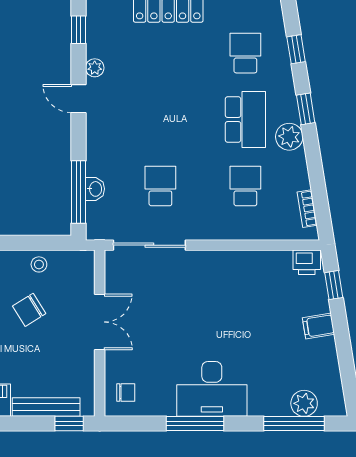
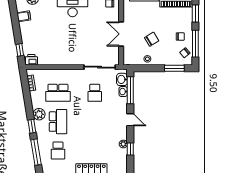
window: (78, 30) -> (130, 149), moved
window: (296, 49) -> (36, 152), width x2.17
door: (78, 99) -> (130, 120), moved
school desk: (245, 120) -> (58, 122), turned 180
school desk: (245, 186) -> (58, 93), width x1.85
washbasin: (98, 217) -> (122, 79), added
filing cabinet: (318, 326) -> (24, 16), moved

